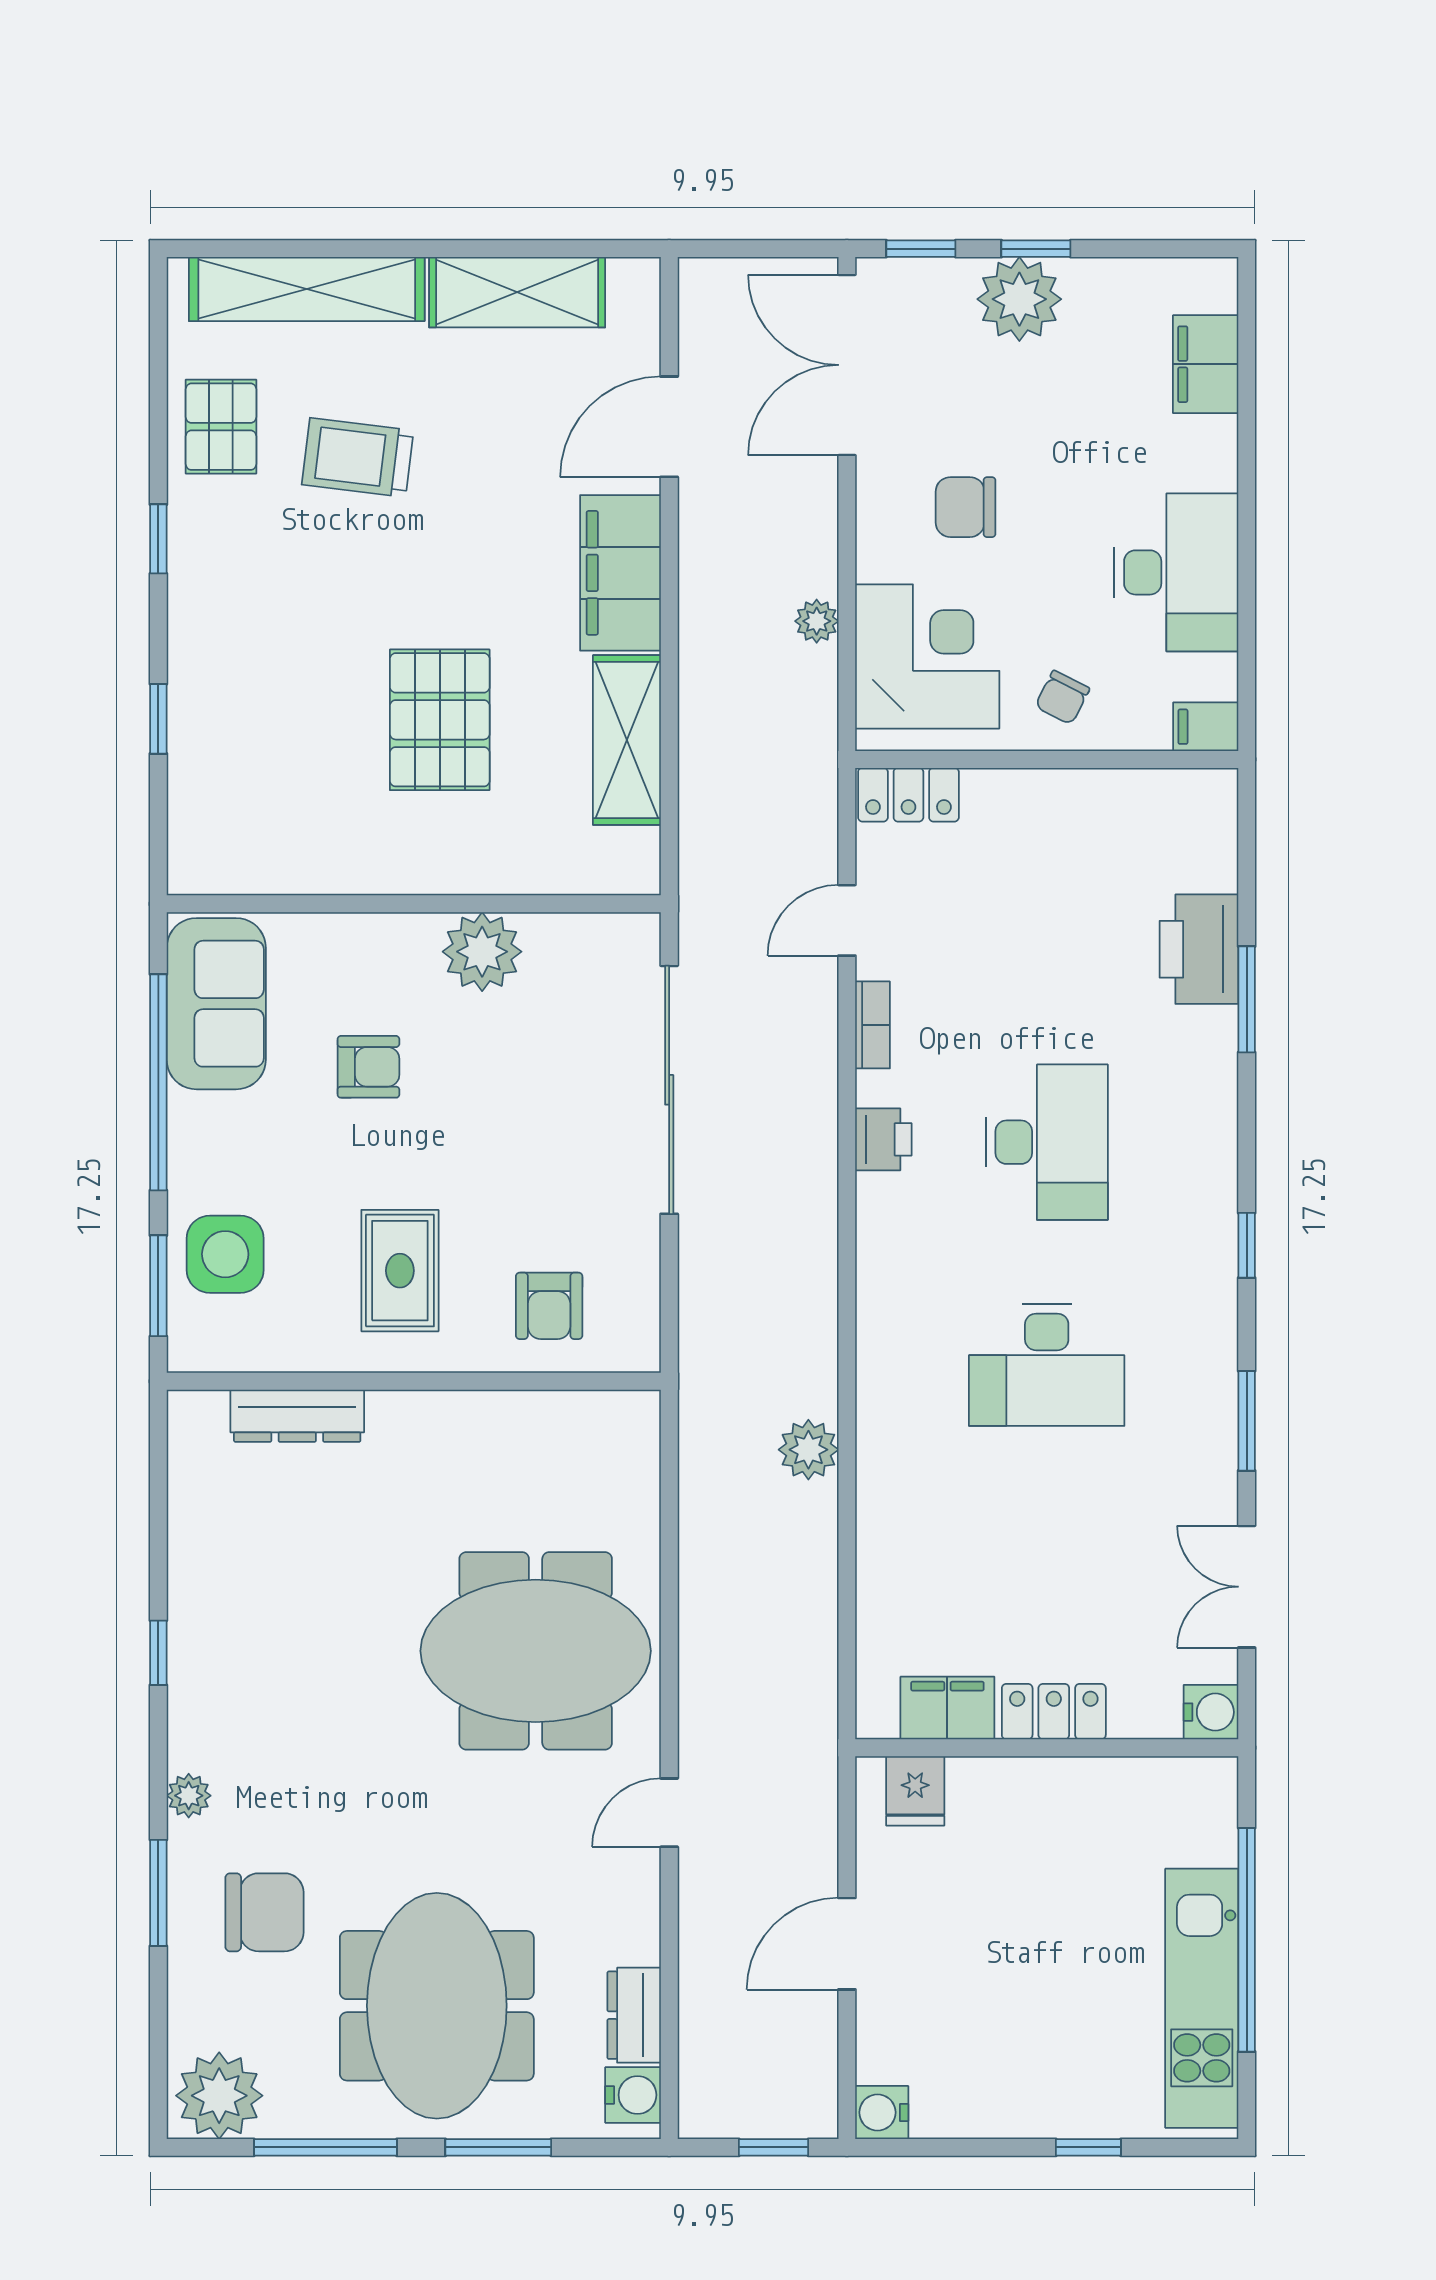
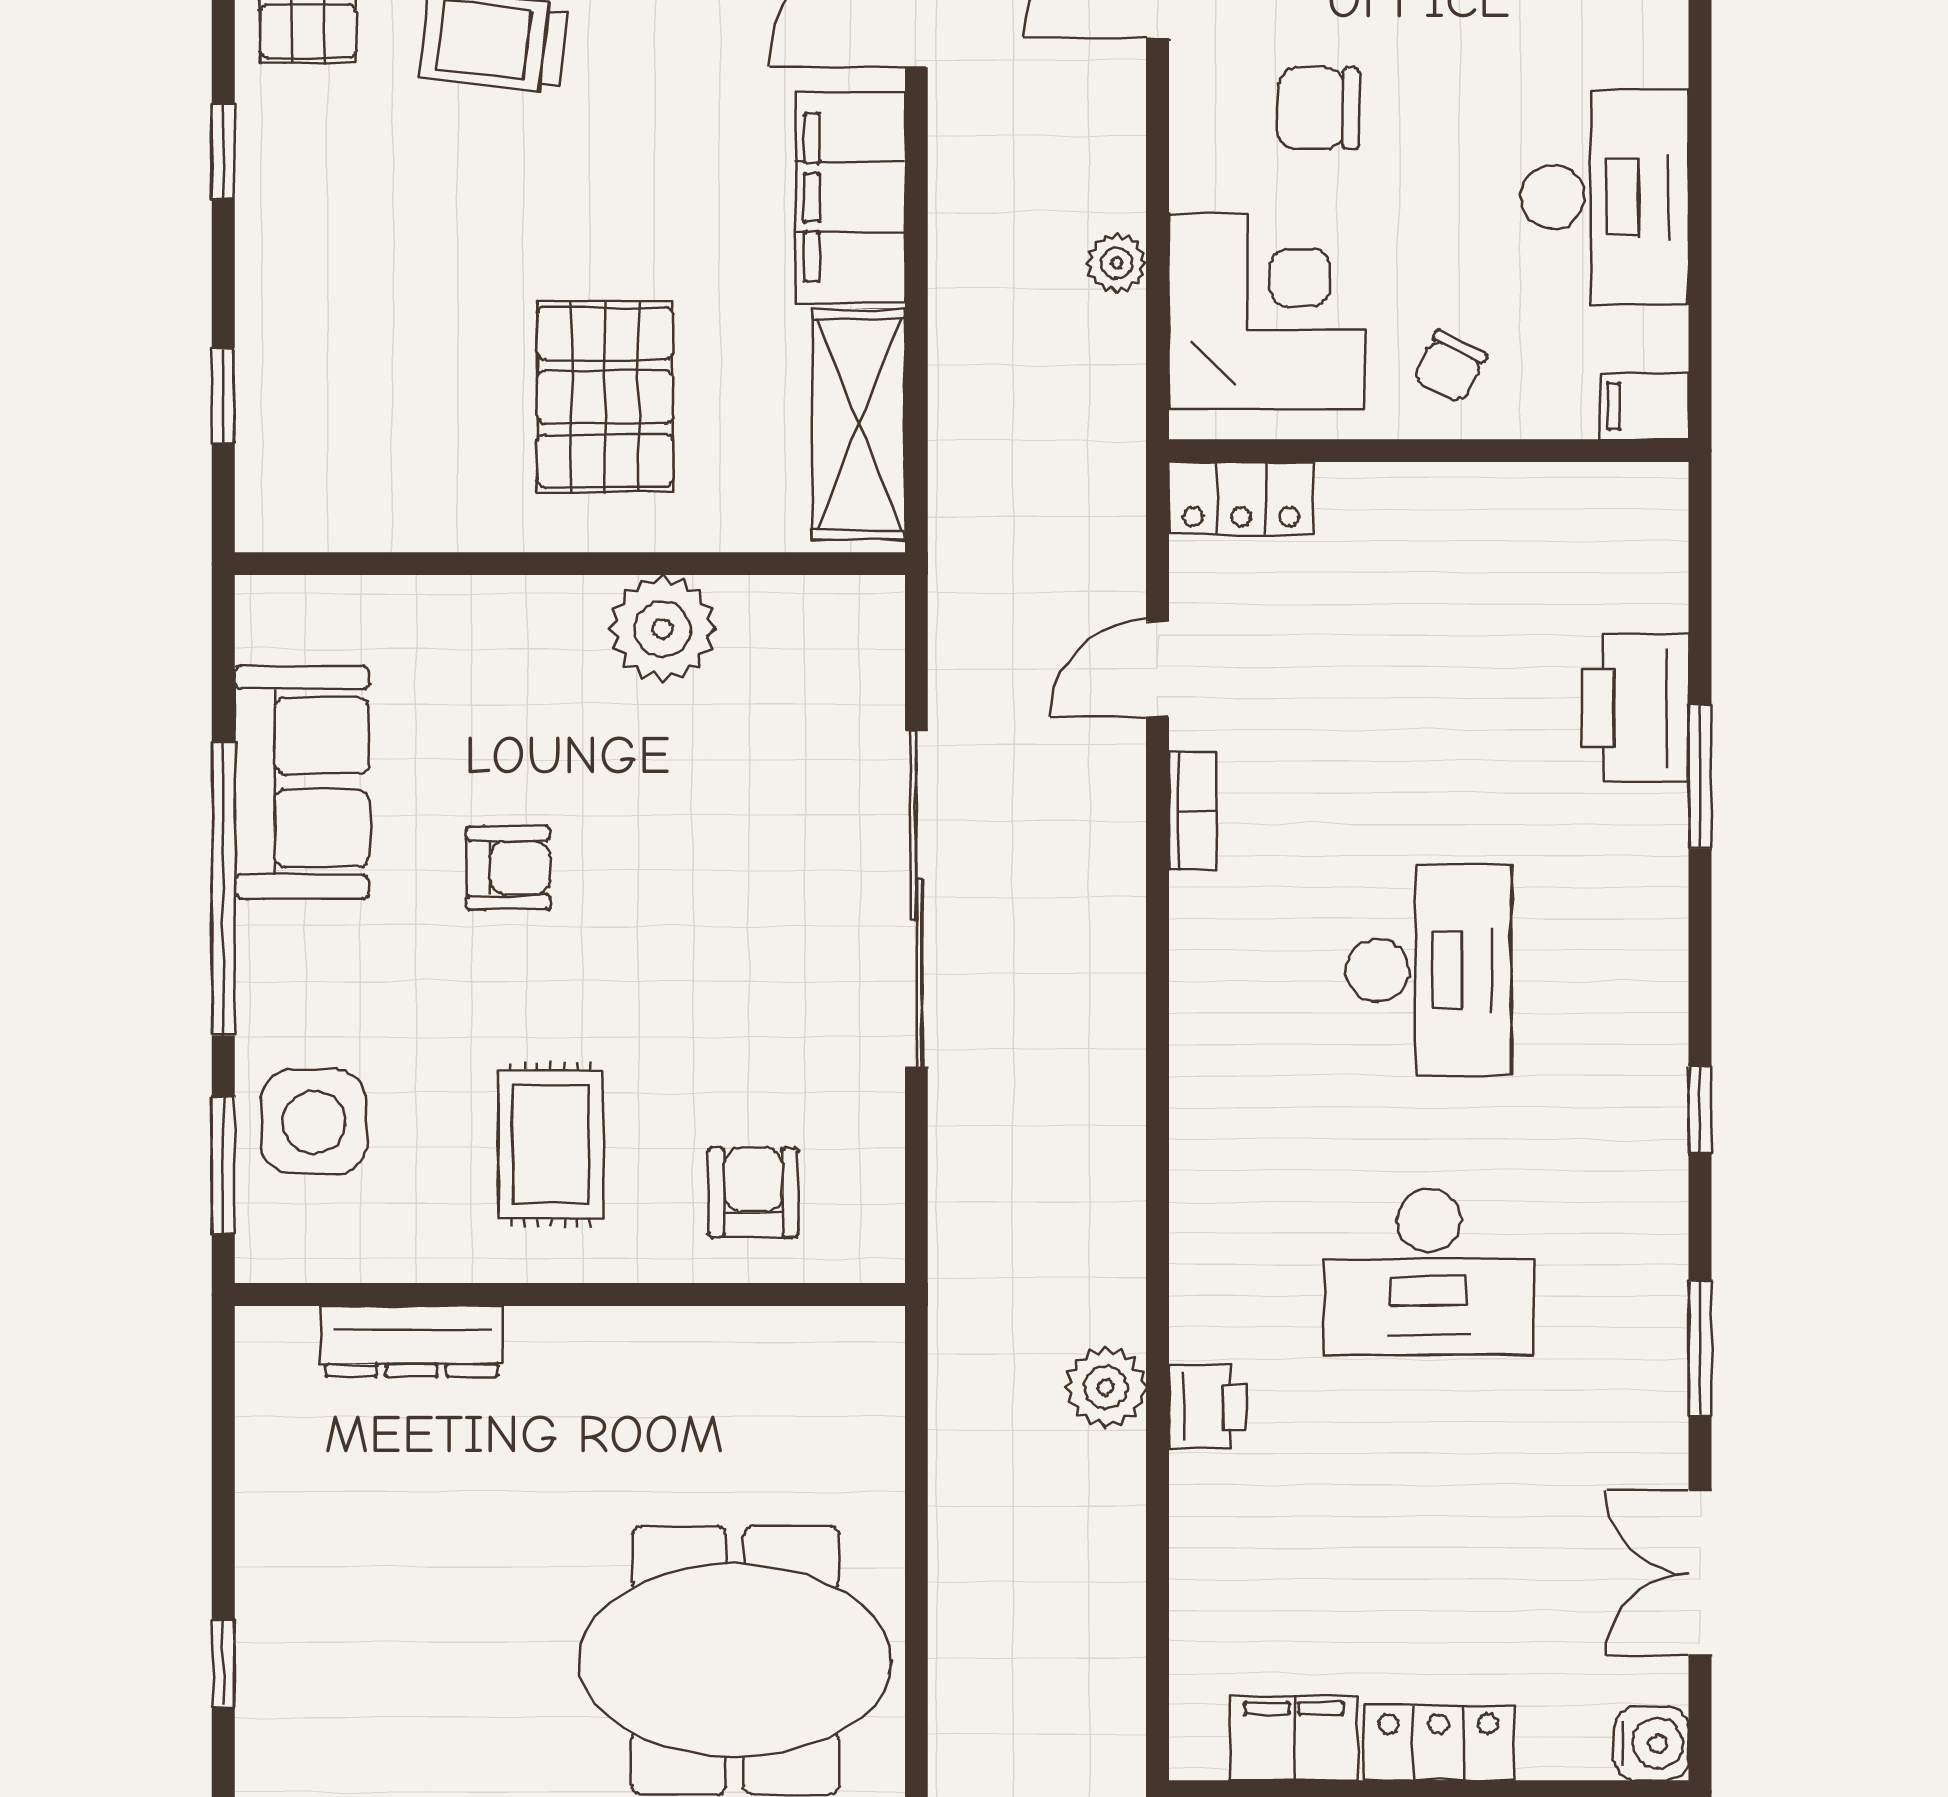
wall: (414, 904) -> (570, 564), moved
plant: (482, 952) -> (662, 629), moved
printer: (883, 1139) -> (1207, 1407), moved
armchair: (549, 1306) -> (753, 1192), turned 180

